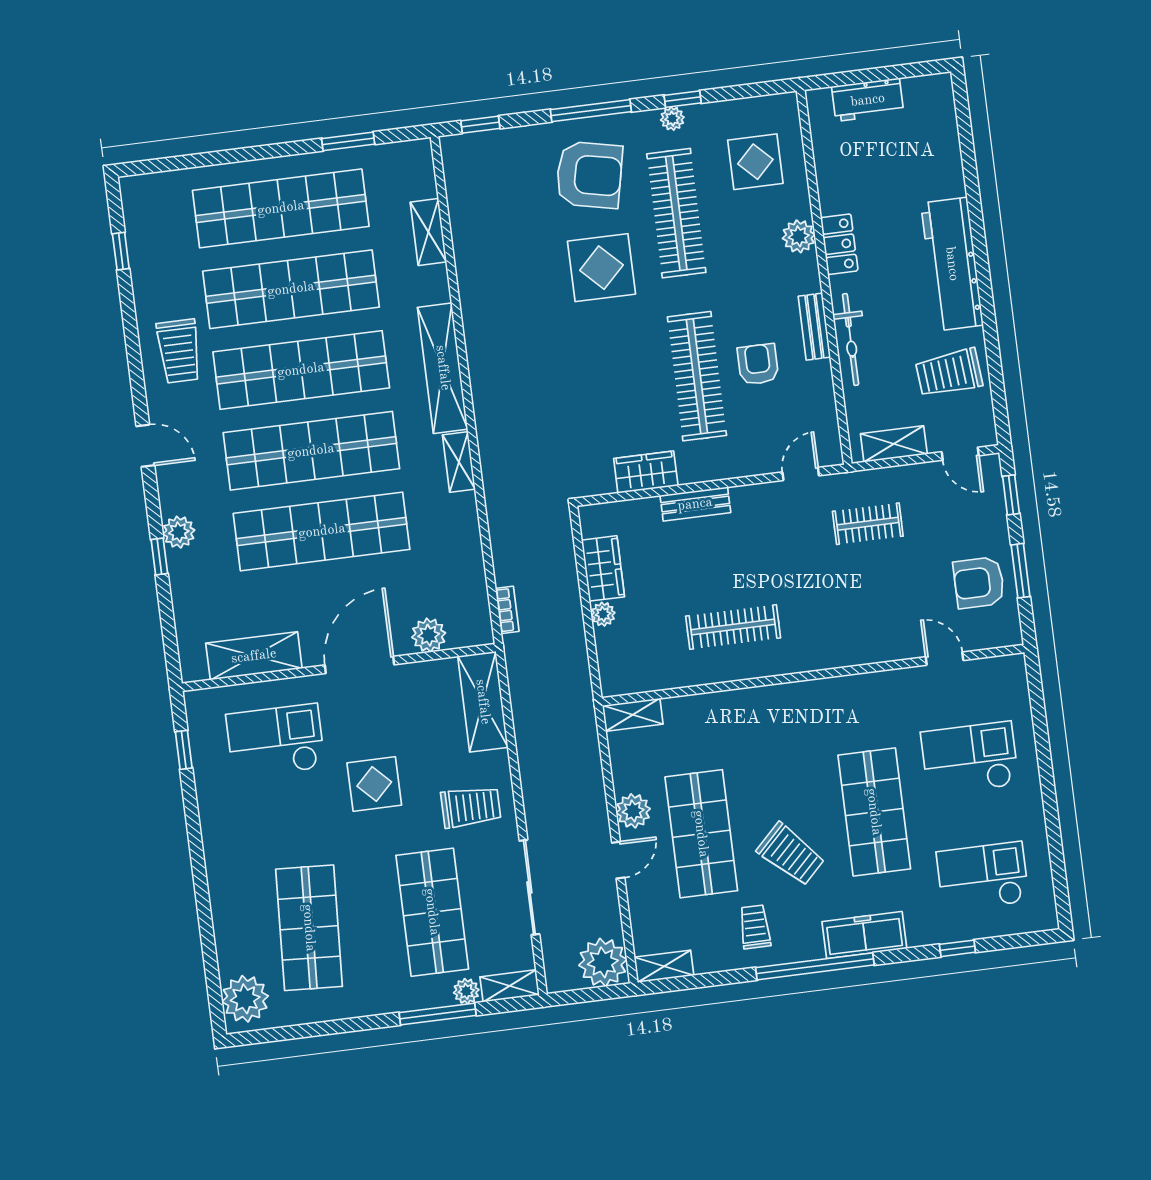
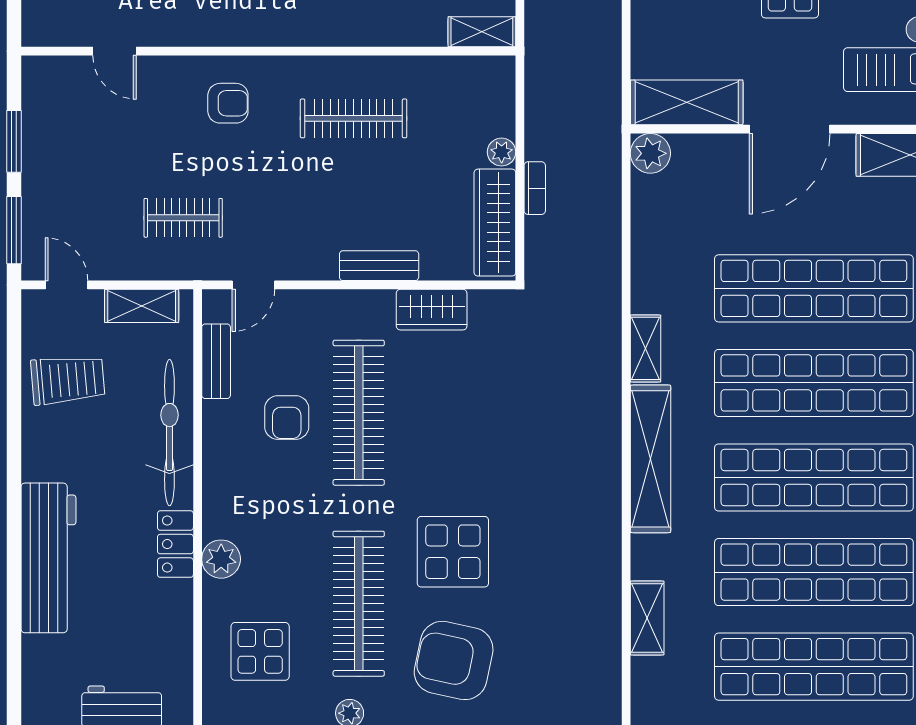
workbench: (952, 264) -> (48, 558), moved
bench: (814, 327) -> (216, 361), moved
bicycle: (851, 339) -> (169, 433), width x1.37, depth x1.40
window: (1011, 495) -> (14, 230), width x1.50
wardrobe: (603, 568) -> (495, 223), width x1.50
armchair: (979, 583) -> (228, 103), moved, width x0.72, depth x0.72
bookcase: (507, 610) -> (535, 188), moved, turned 180
plant: (429, 635) -> (650, 153), moved
shelving: (483, 702) -> (687, 102), moved, turned 90

